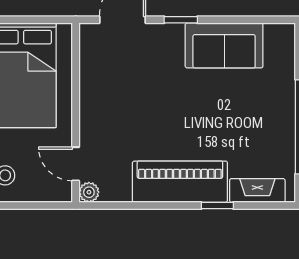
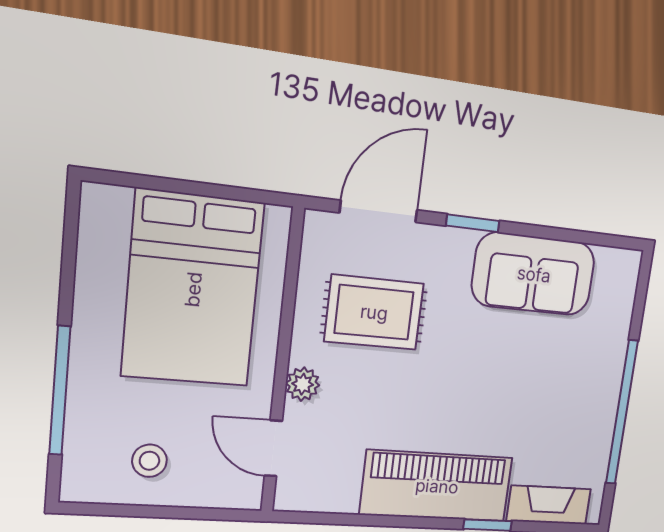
rug: (127, 78) -> (374, 312), added
plant: (89, 192) -> (303, 384), moved

